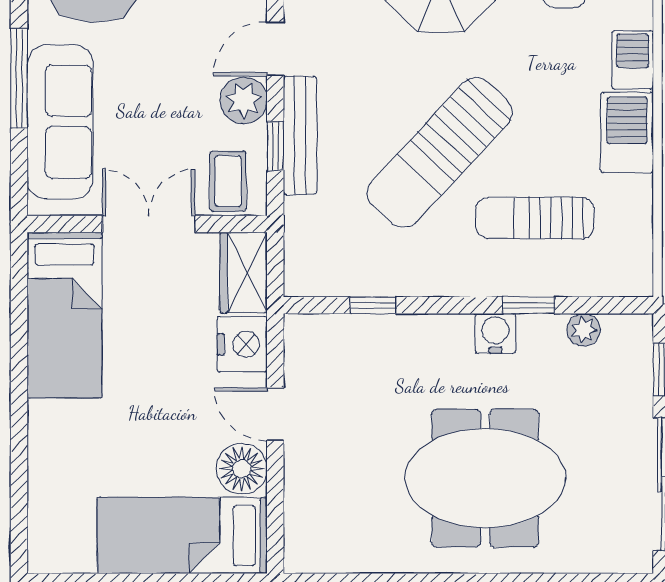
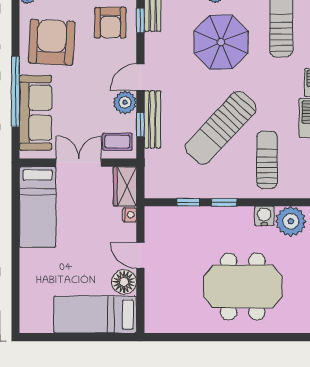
window: (19, 78) -> (15, 92), width x1.46
coffee table: (228, 181) -> (117, 142), turned 90
sun lounger: (535, 218) -> (267, 160), turned 90
window: (529, 305) -> (224, 202), moved
plant: (584, 330) -> (291, 221), width x1.87, depth x1.87
water cooler: (495, 333) -> (264, 216), moved
nightstand: (242, 344) -> (130, 215), width x0.53, depth x0.56

